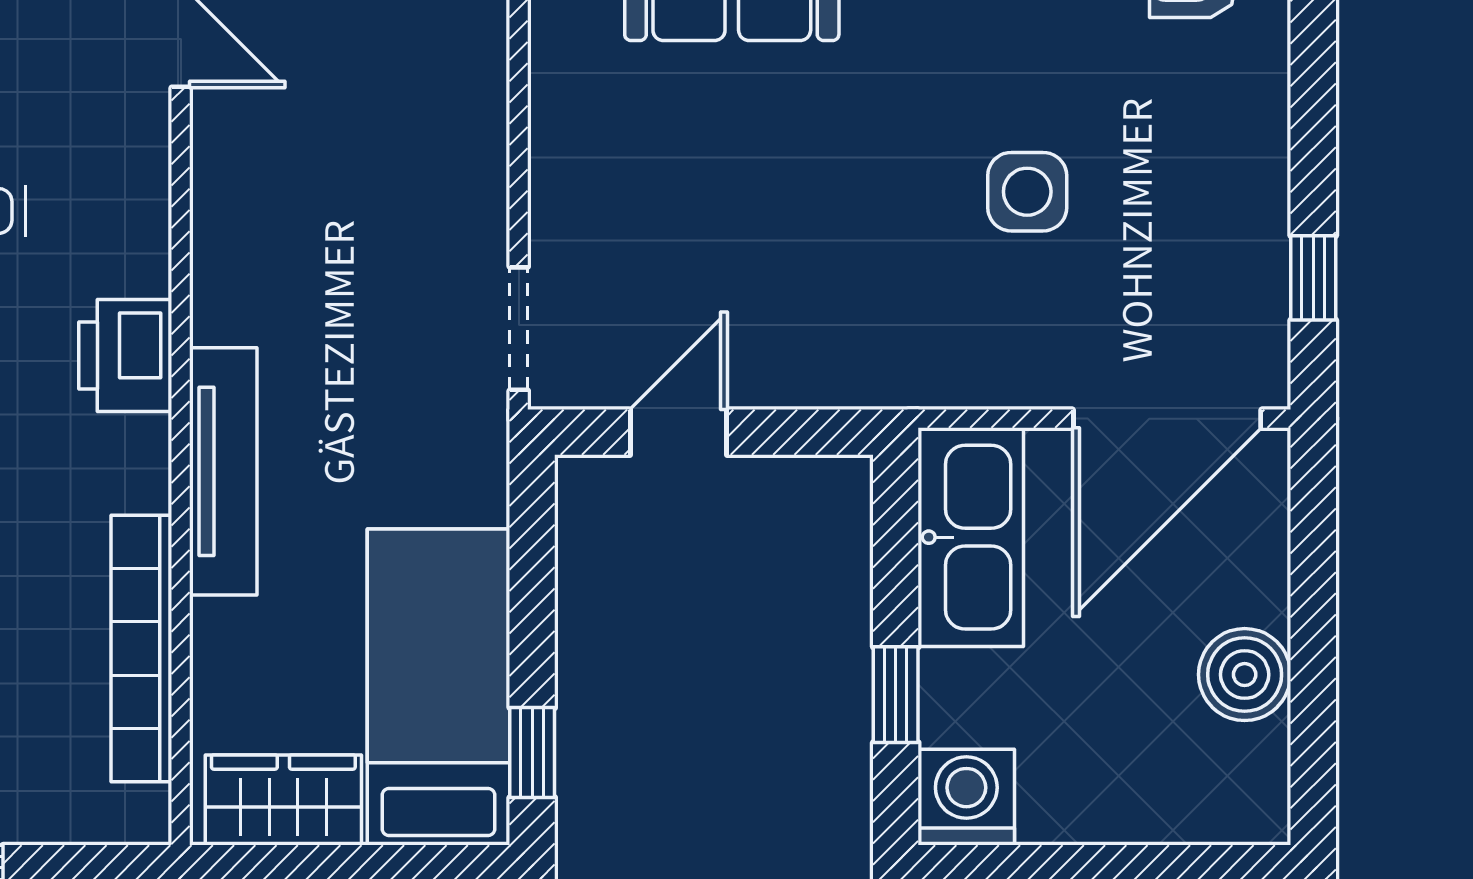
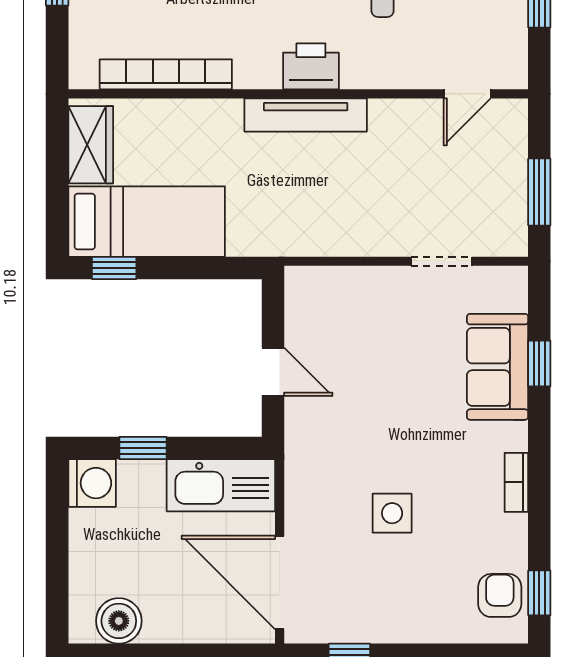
doorway: (519, 329) -> (442, 261), moved
door: (678, 432) -> (273, 372), moved
tv unit: (223, 471) -> (306, 115), moved
boiler: (1245, 675) -> (119, 621), moved

